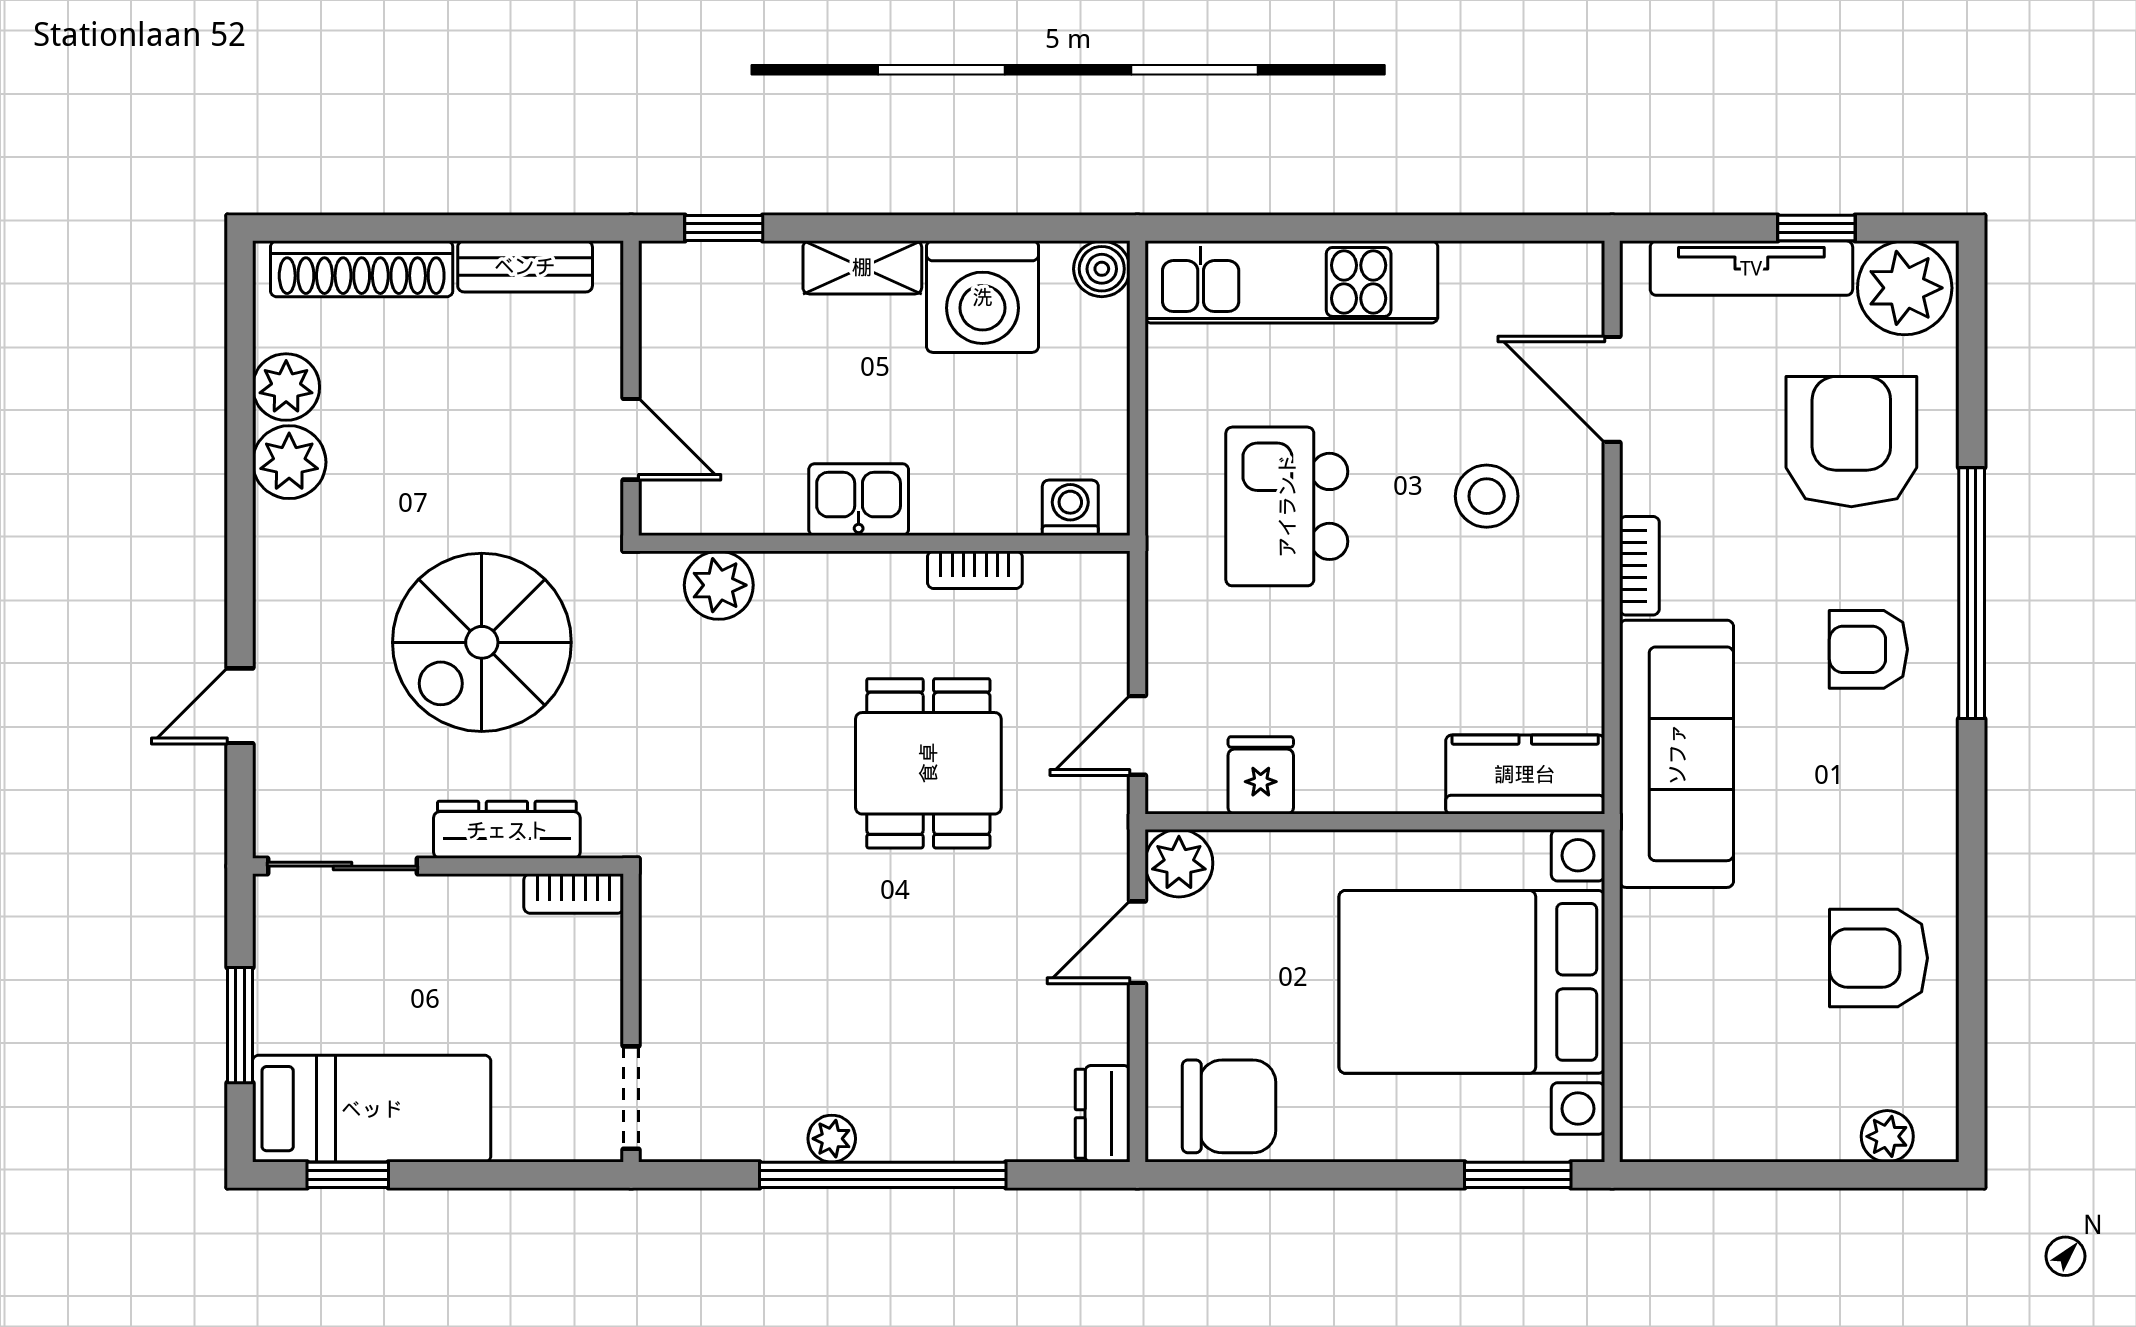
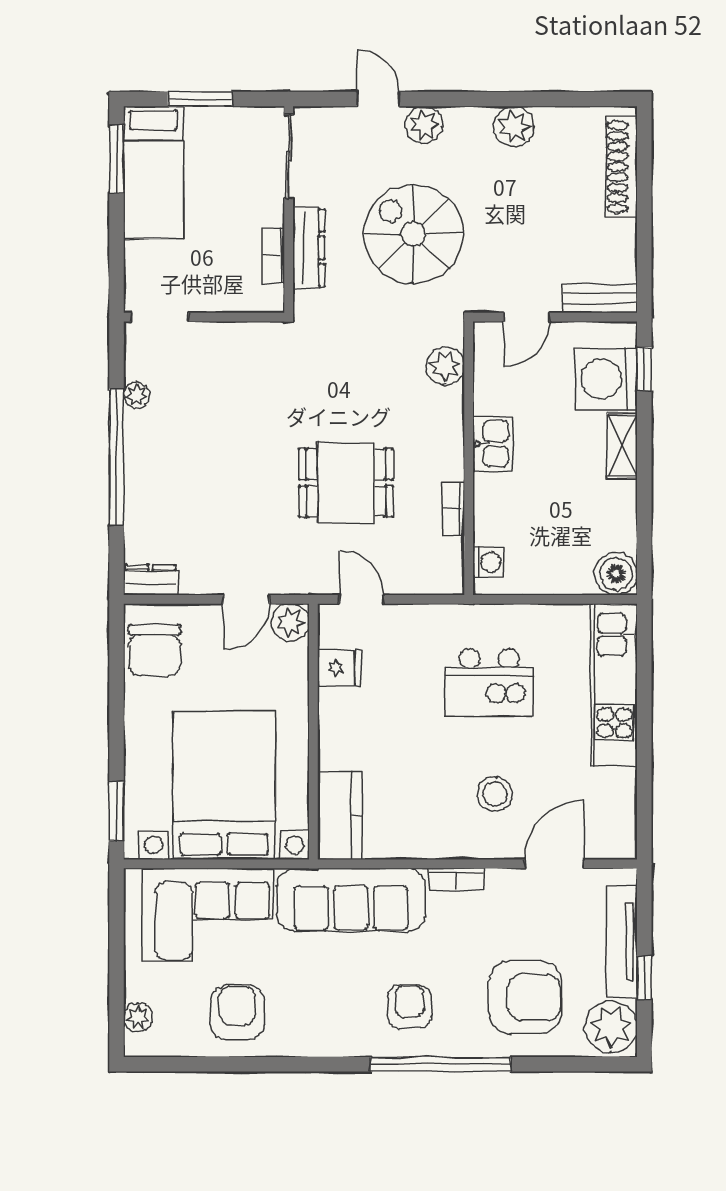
bench: (525, 266) -> (600, 299), moved, turned 90
boiler: (1102, 269) -> (616, 574), width x1.36, depth x1.36
washing machine: (983, 297) -> (606, 379), moved
plant: (286, 387) -> (424, 125), moved
kitchen island: (1287, 506) -> (489, 683), turned 180
bookcase: (574, 894) -> (273, 255), moved
door: (1137, 942) -> (246, 599), swing flipped
corner sofa: (1704, 1011) -> (208, 915), added
plant: (832, 1139) -> (137, 395), moved
window: (348, 1175) -> (117, 159), width x1.50

